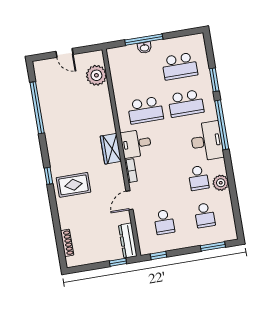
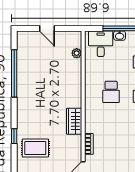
plant: (96, 75) -> (77, 53), width x0.53, depth x0.53
school desk: (145, 110) -> (111, 92), width x0.54
desk: (136, 144) -> (101, 44), moved, turned 90

